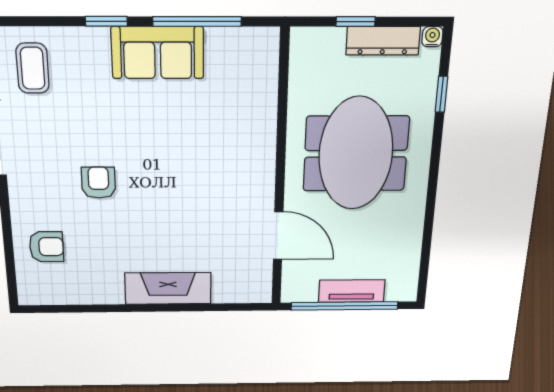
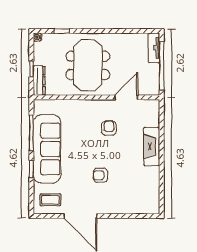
dresser: (383, 41) -> (39, 81), moved
sofa: (158, 53) -> (47, 149), width x1.85, depth x1.27
meeting table: (356, 154) -> (88, 65), turned 90
armchair: (46, 247) -> (109, 128), moved
tv unit: (352, 291) -> (154, 48), moved

